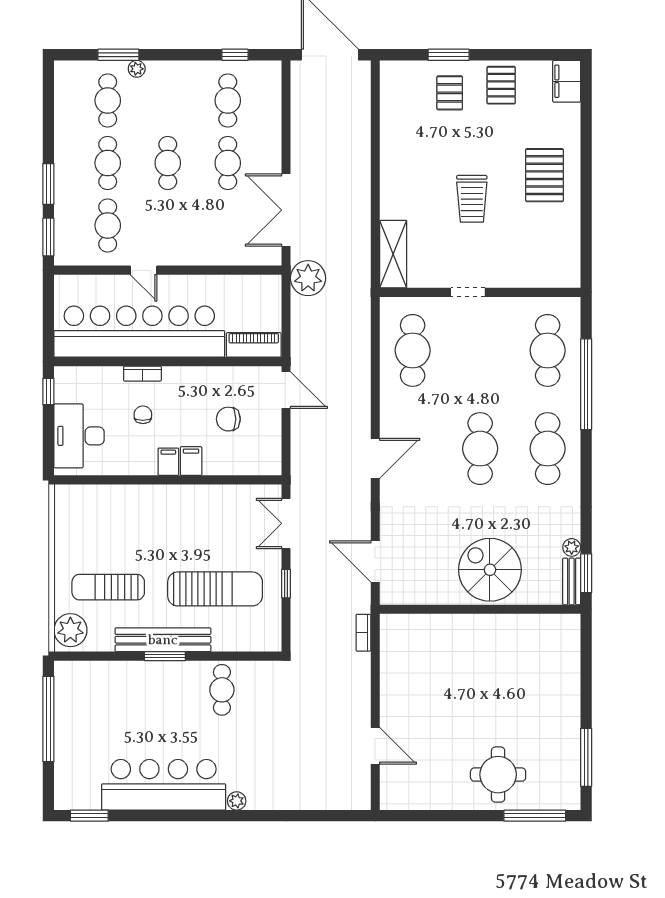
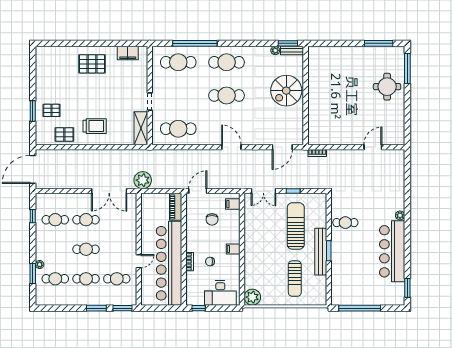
filing cabinet: (567, 81) -> (128, 53), moved
pallet: (501, 85) -> (64, 134), moved
trolley: (472, 199) -> (95, 126), moved
shelving: (393, 254) -> (141, 128), moved, turned 90
filing cabinet: (191, 461) -> (233, 204), moved
plant: (70, 630) -> (252, 297), moved

